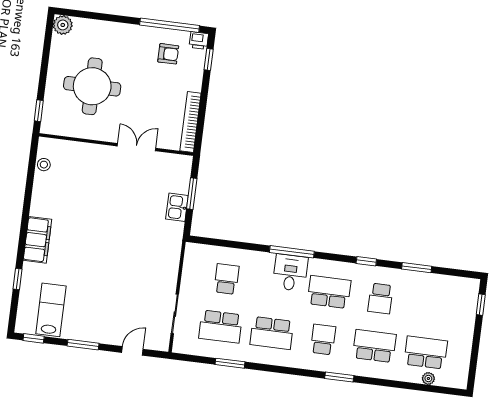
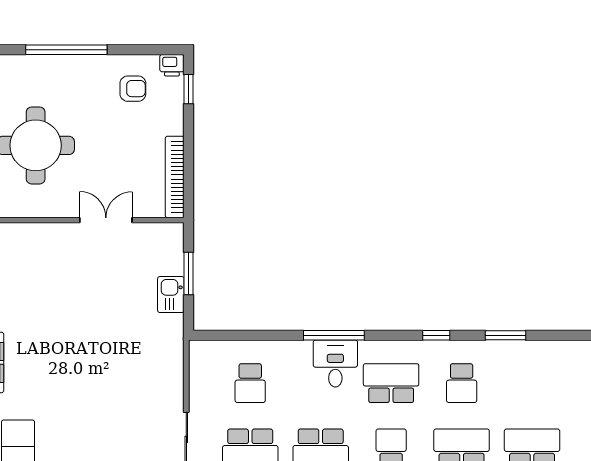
window: (170, 25) -> (66, 50), moved
school desk: (227, 279) -> (250, 383), turned 180

